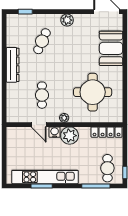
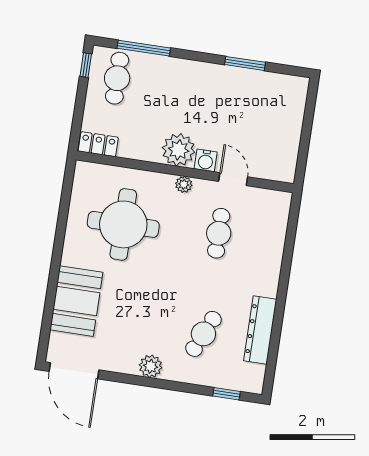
dresser: (13, 65) -> (260, 330), moved
locker: (107, 132) -> (98, 144), width x0.66
kitchen unit: (45, 177) -> (236, 79), removed

